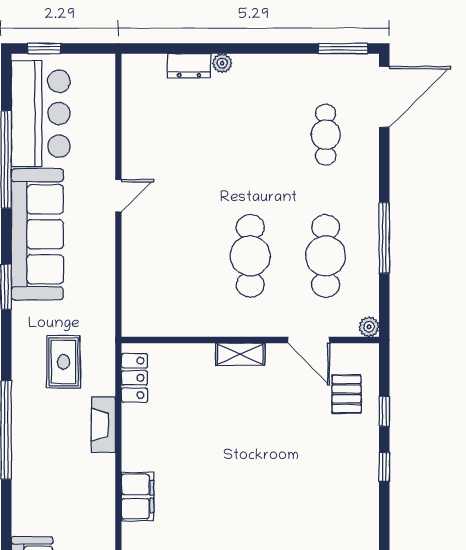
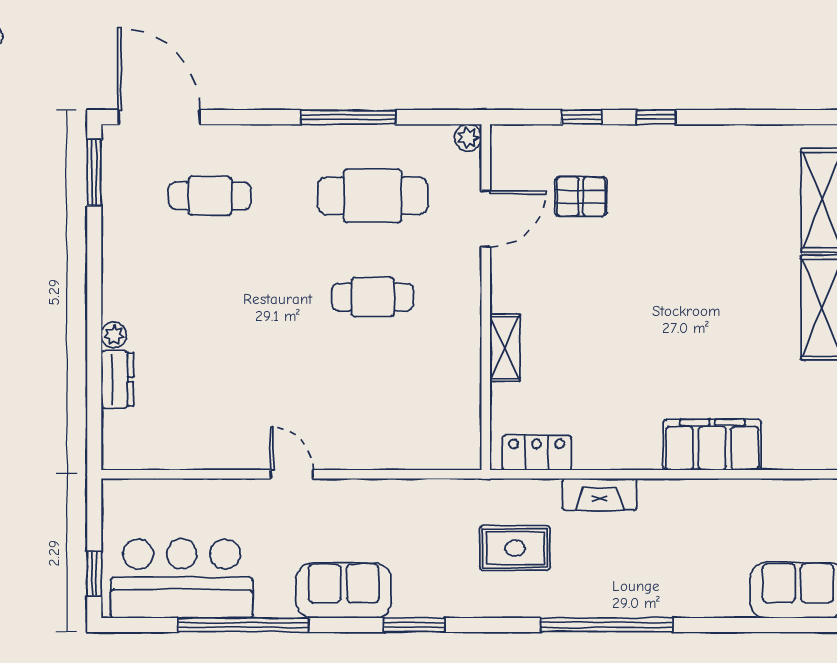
sofa: (37, 234) -> (344, 591), width x0.54, depth x0.79
cafe table: (250, 256) -> (373, 297), width x0.73, depth x0.74
shelving: (240, 354) -> (505, 348), moved
pallet: (347, 394) -> (581, 197), moved
filing cabinet: (138, 497) -> (712, 445), width x1.50, depth x1.17

